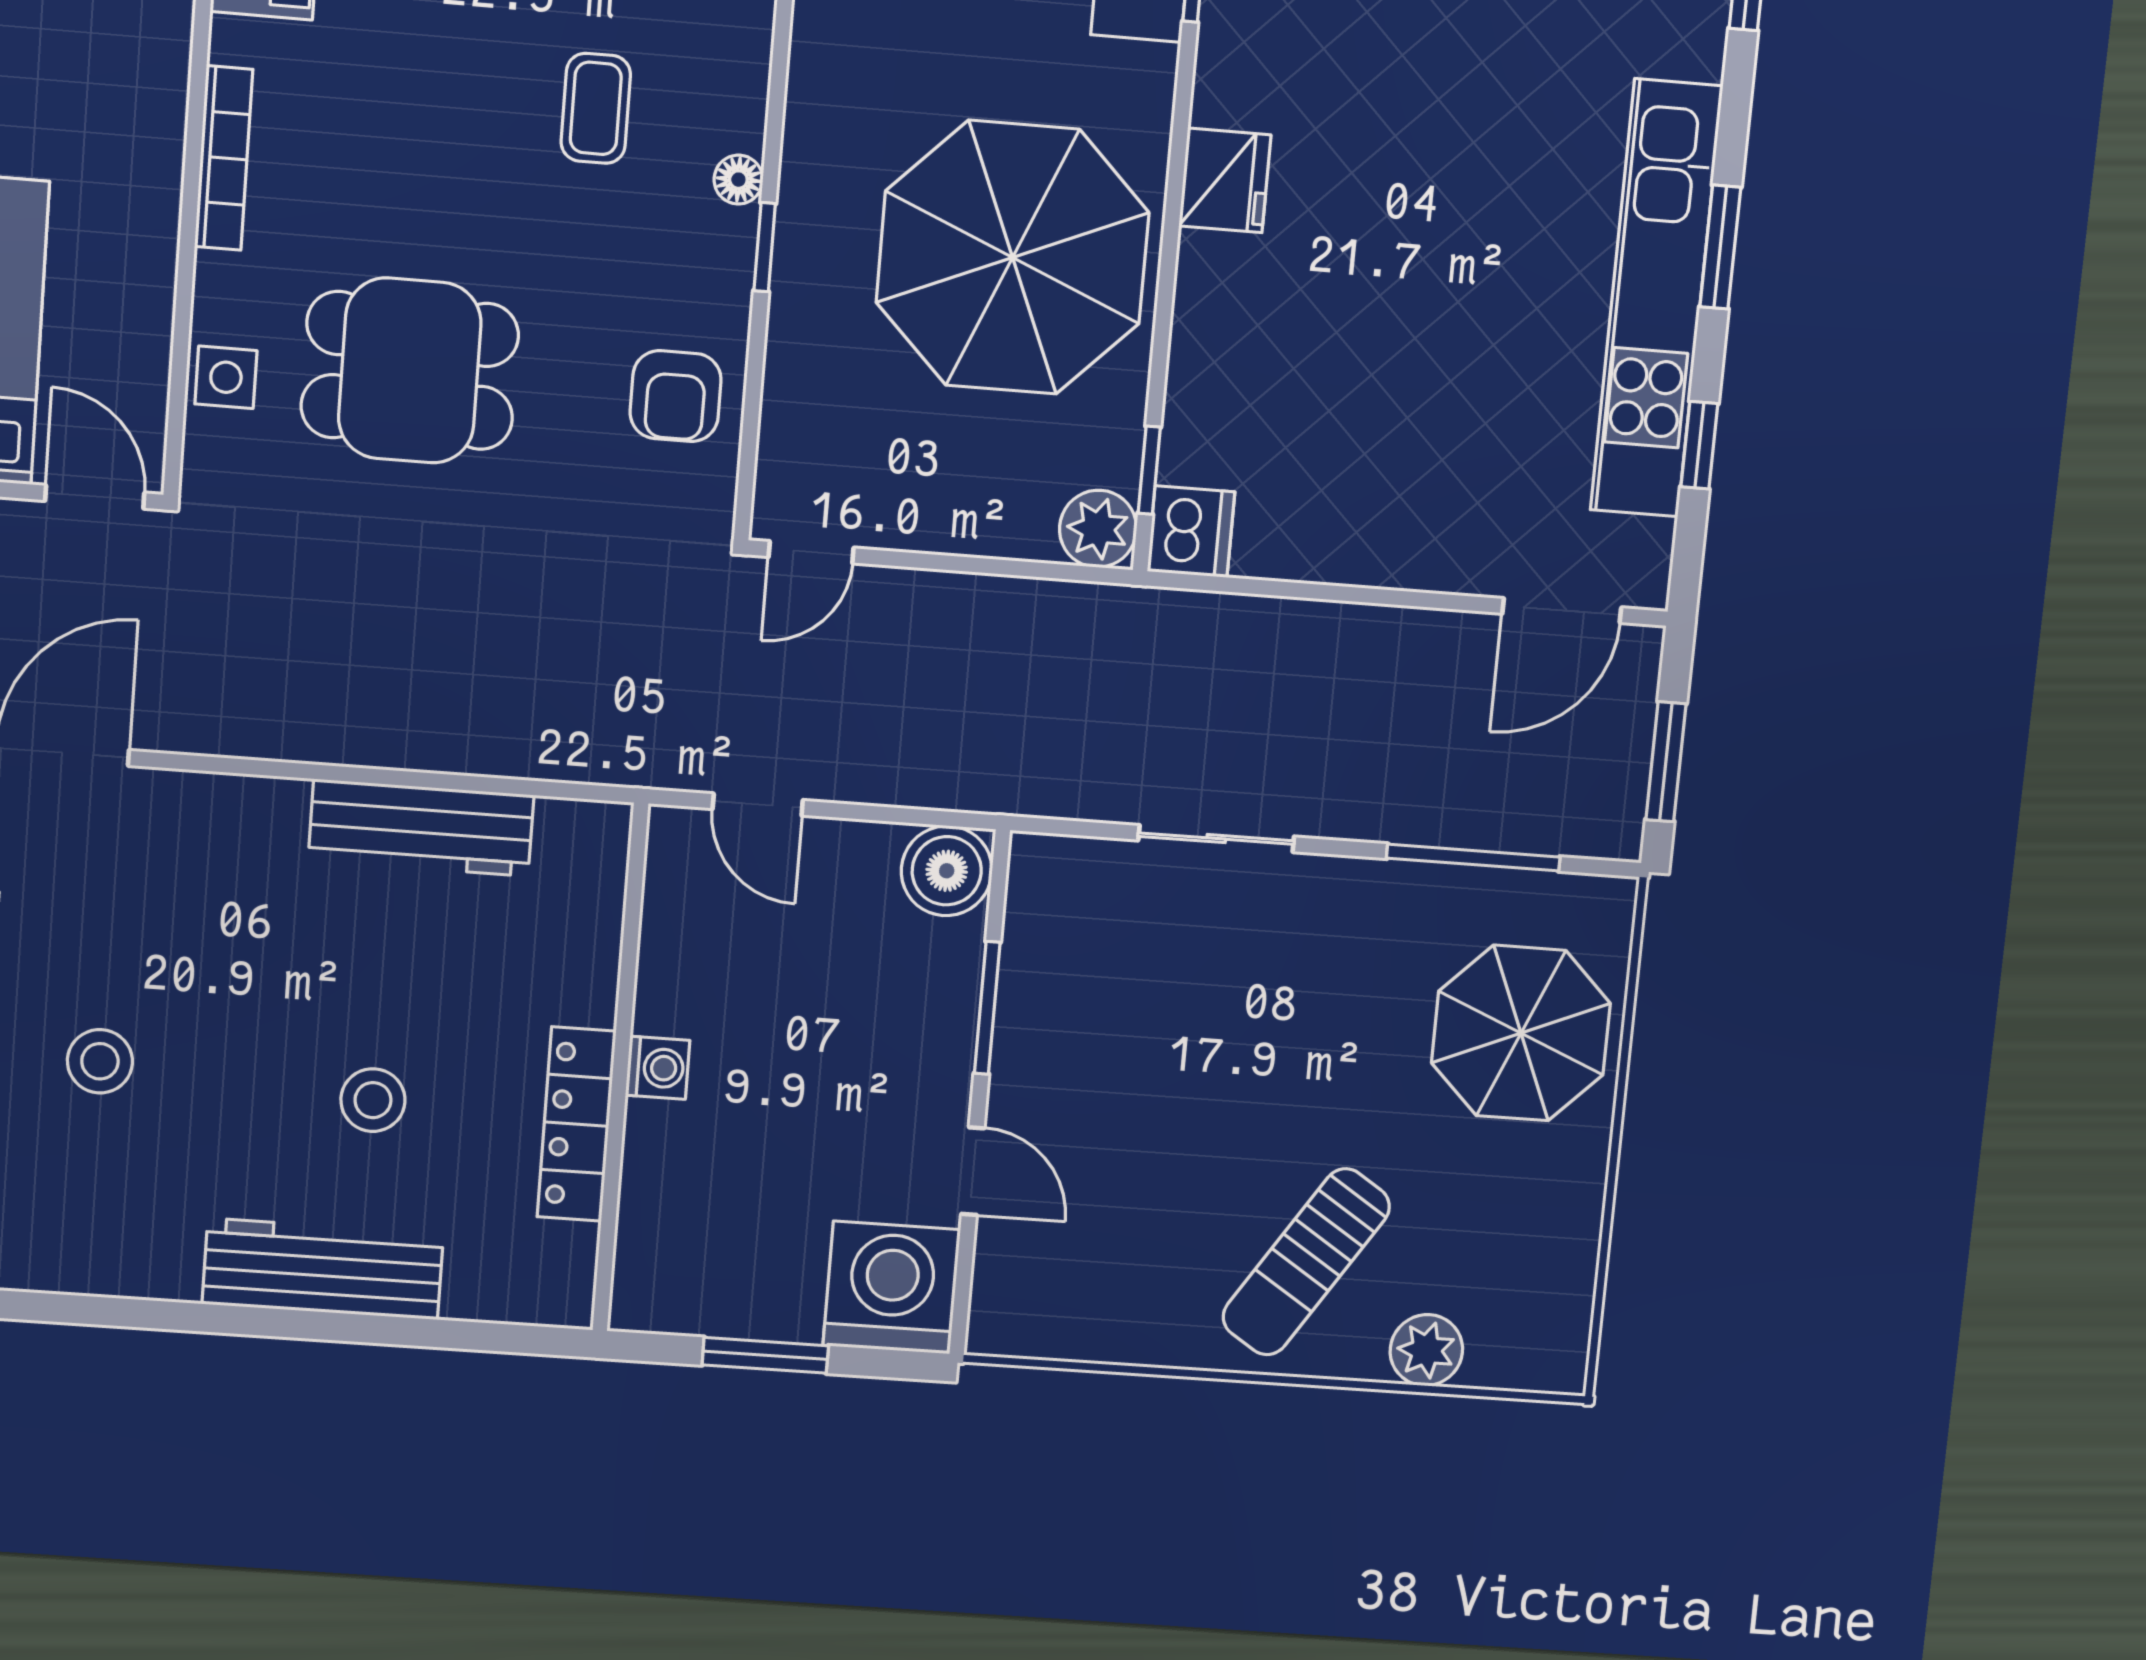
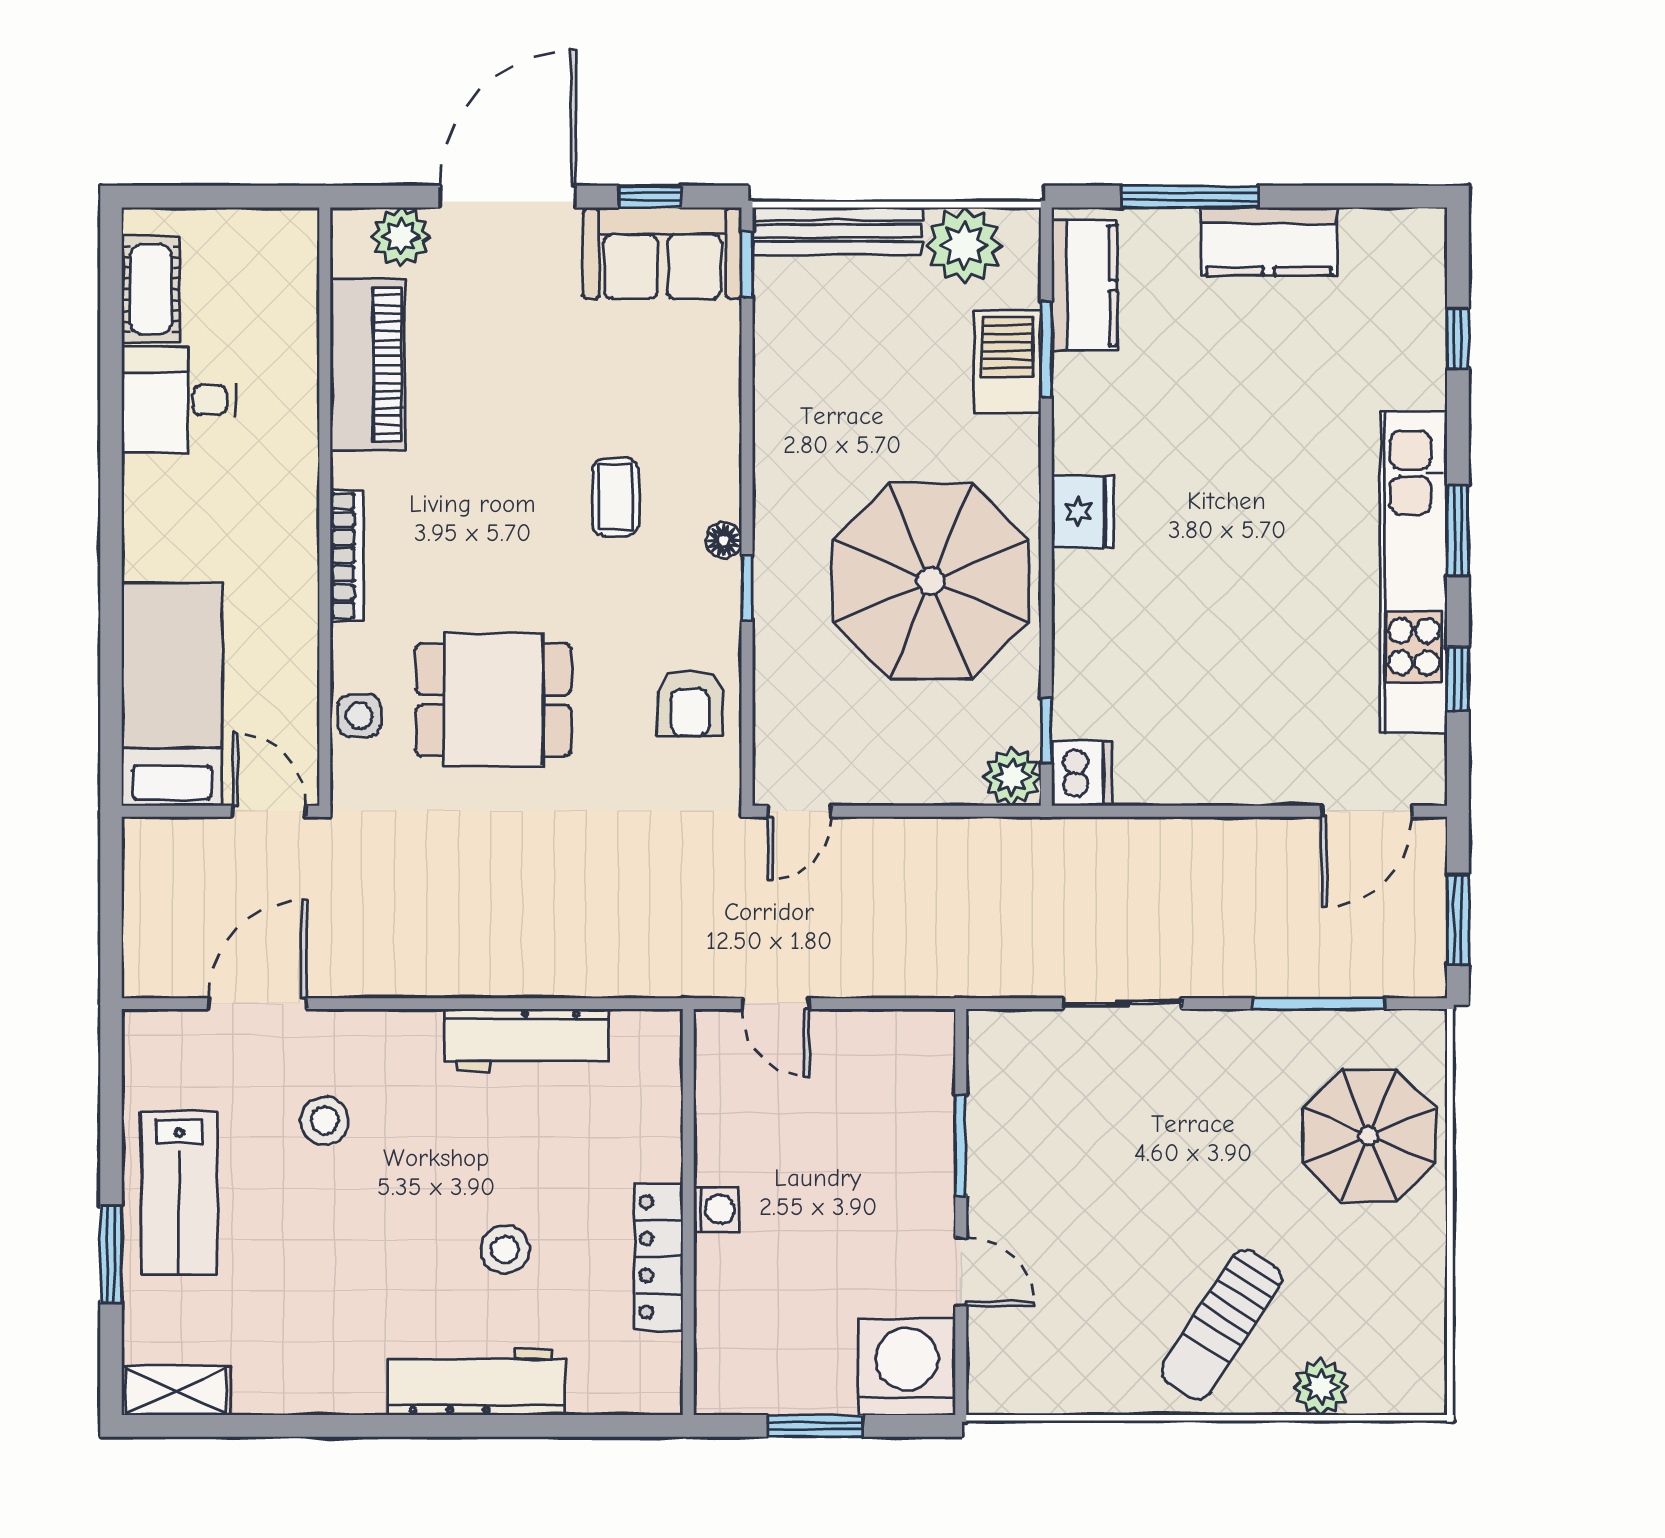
boiler: (947, 871) -> (921, 1043), removed
stool: (100, 1061) -> (325, 1121), moved

